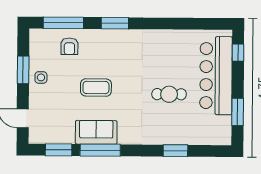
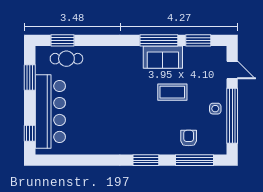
window: (23, 70) -> (232, 116), width x2.11
coffee table: (96, 88) -> (172, 92), moved
cafe table: (169, 94) -> (66, 59), moved
window: (175, 151) -> (63, 40), moved

